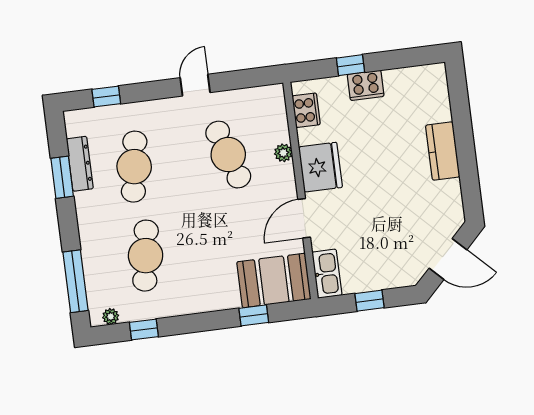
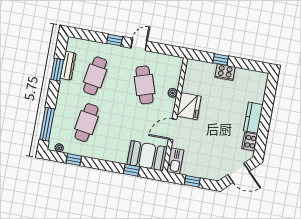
window: (106, 96) -> (115, 40), moved
cooker: (306, 110) -> (250, 142), moved, turned 180

